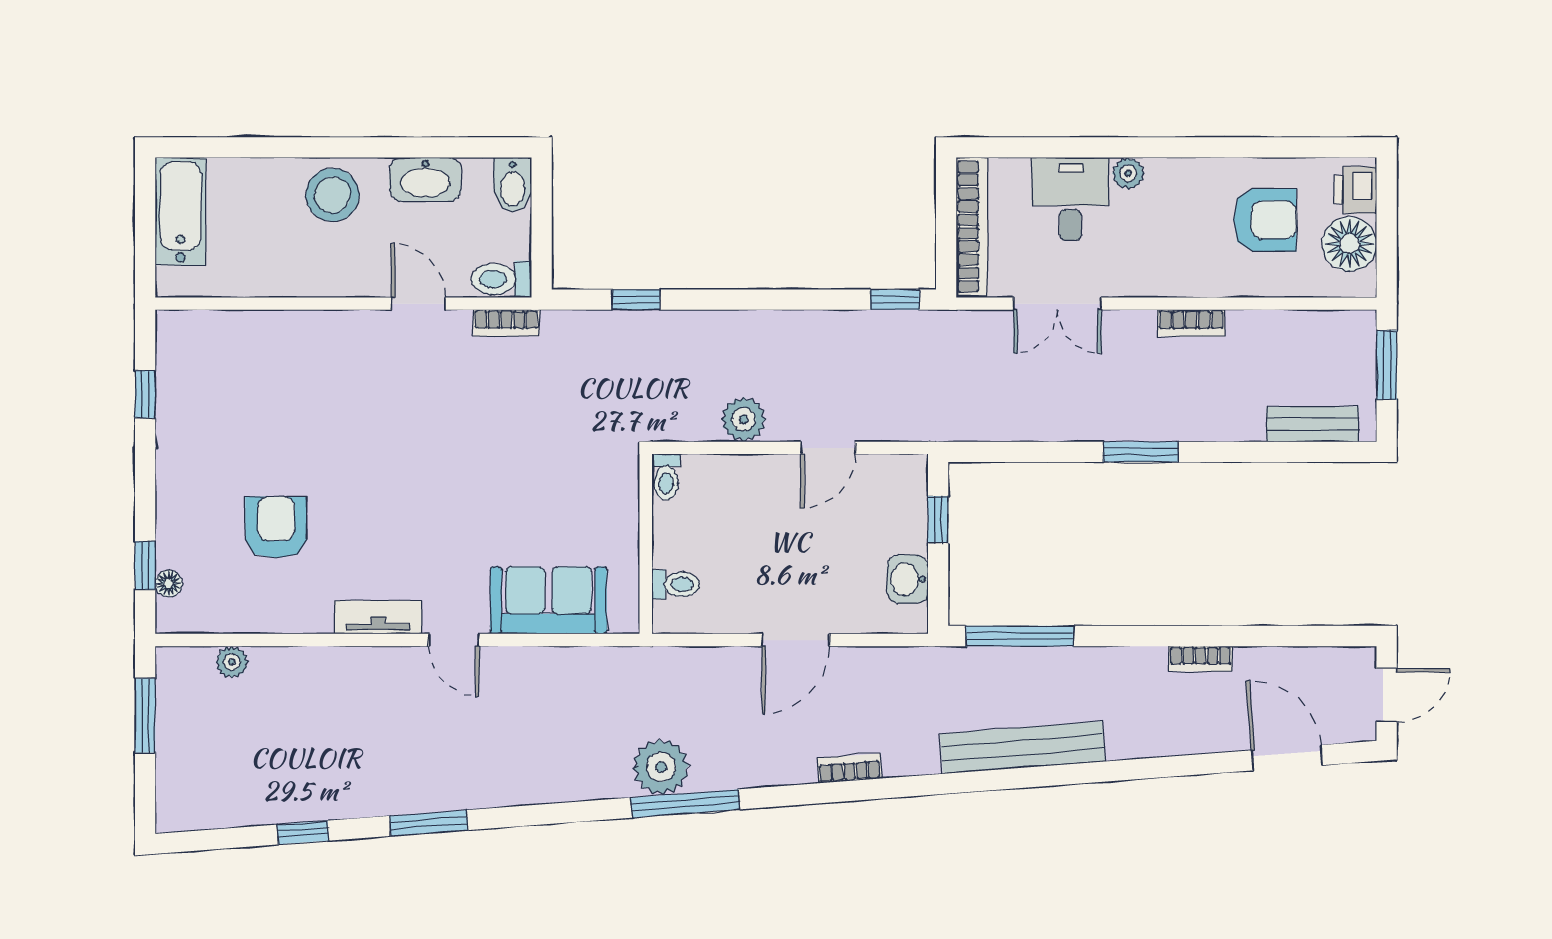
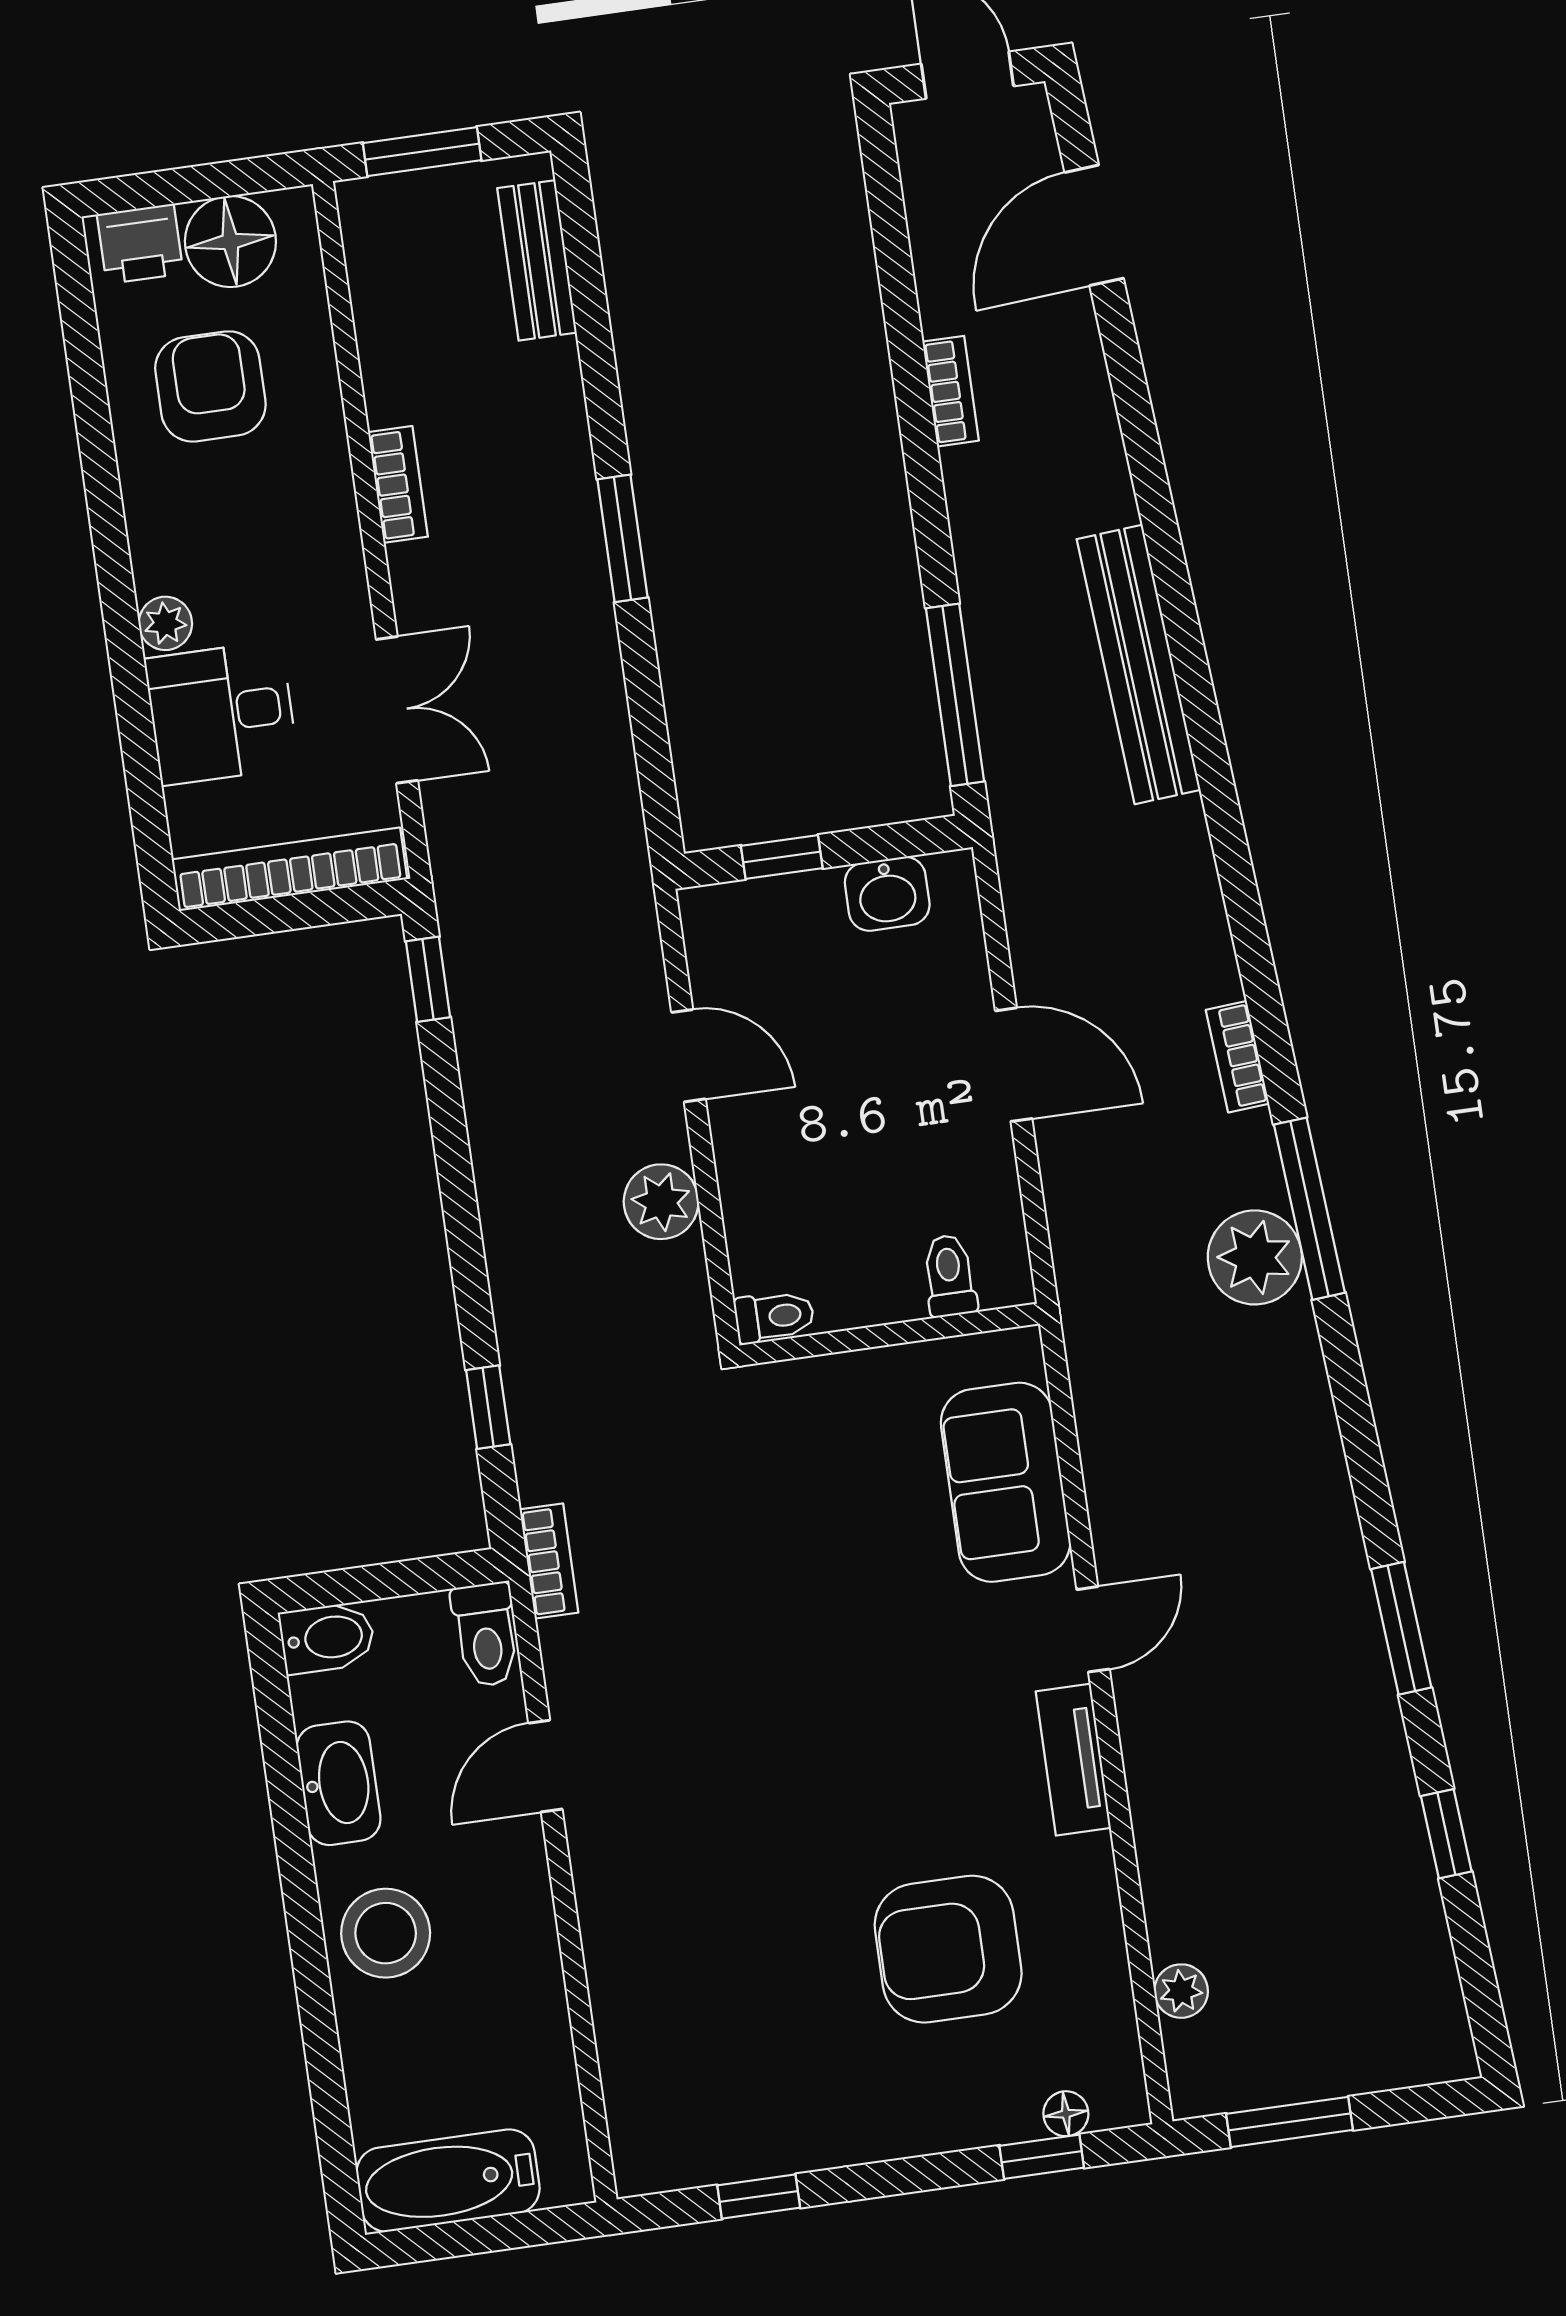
bookcase: (506, 323) -> (549, 1561), moved
armchair: (276, 527) -> (948, 1949), width x1.36, depth x1.36
bookcase: (849, 768) -> (1238, 1057), moved

